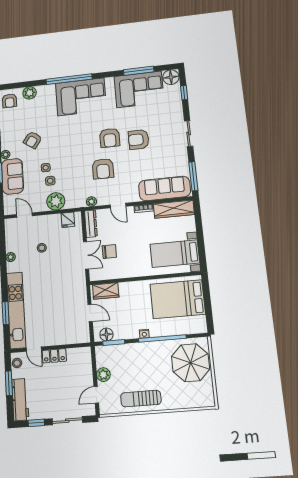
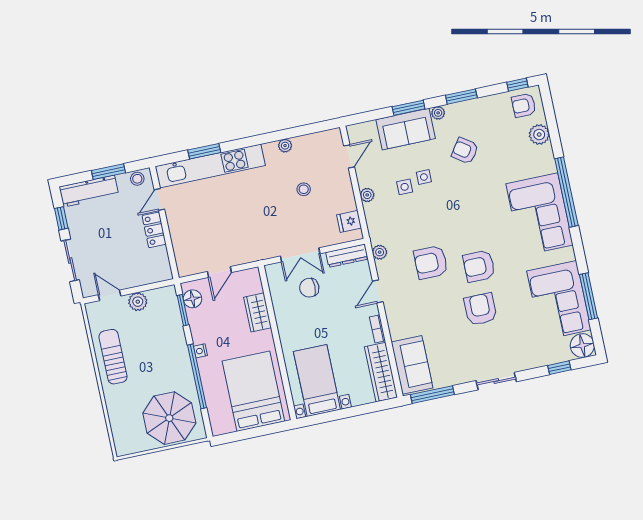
sofa: (165, 189) -> (412, 365), width x0.73
plant: (56, 201) -> (367, 195), width x0.53, depth x0.53
chair: (109, 252) -> (309, 288), turned 90
wardrobe: (106, 291) -> (258, 312), moved

